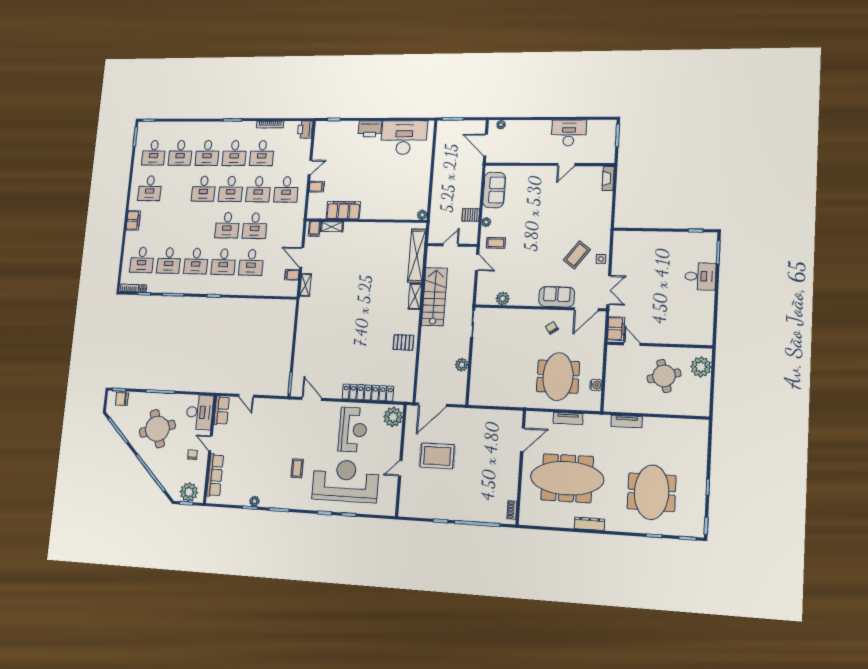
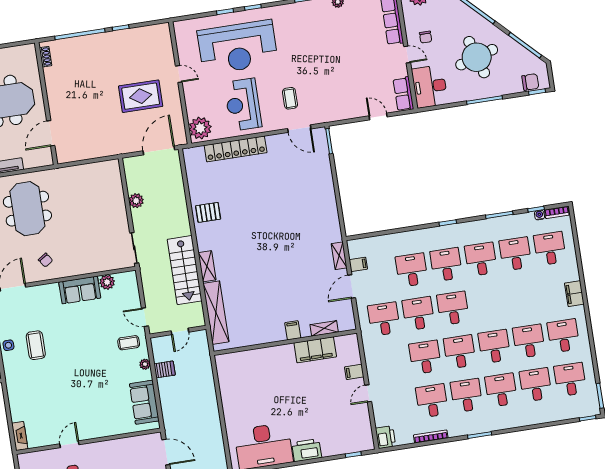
desk: (177, 188) -> (529, 341), added
desk: (286, 189) -> (384, 319), moved
plant: (422, 215) -> (221, 360), removed
filing cabinet: (314, 229) -> (293, 330), moved
coffee table: (577, 255) -> (36, 345), turned -37
door: (302, 257) -> (352, 286), swing flipped
sofa: (557, 297) -> (80, 290), moved
coffee table: (297, 468) -> (290, 98), moved
door: (400, 468) -> (179, 74), hinge flipped

